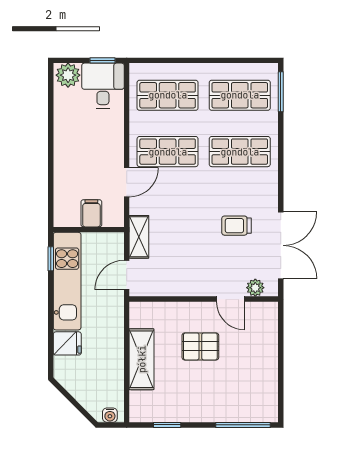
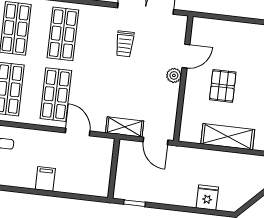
filing cabinet: (91, 213) -> (45, 179), moved, turned 90
kitchen unit: (67, 281) -> (155, 192), removed
plant: (255, 288) -> (174, 75), moved

